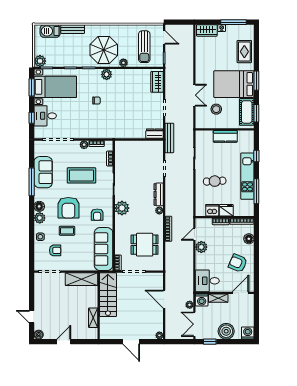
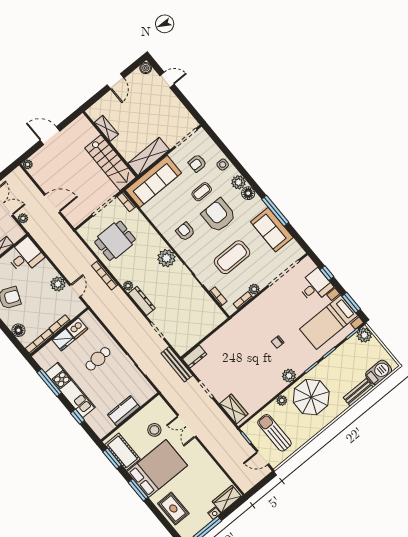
sofa: (104, 249) -> (153, 181), moved, turned 90
washing machine: (202, 300) -> (15, 233), removed

